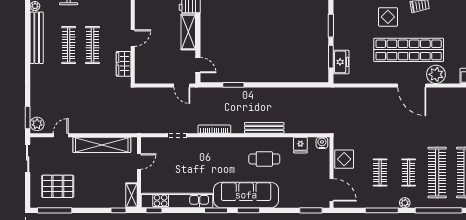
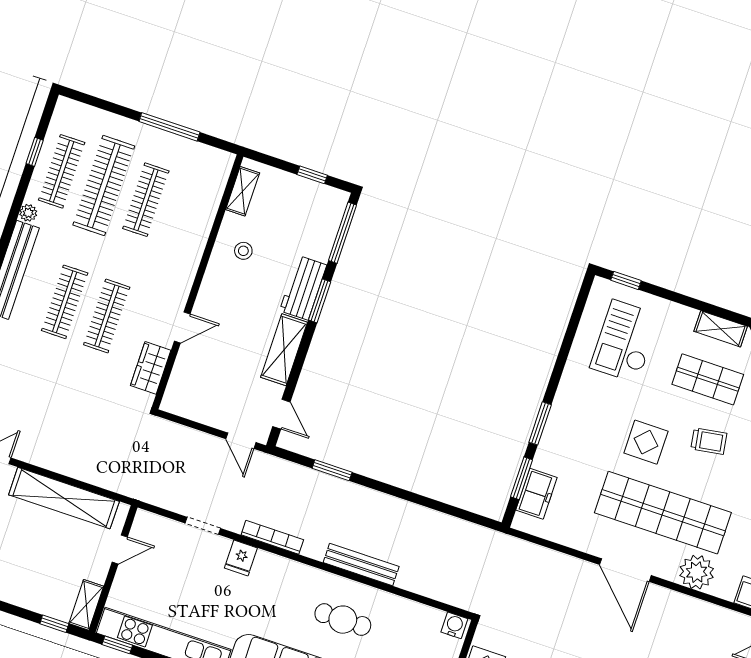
door: (412, 86) -> (625, 570), moved
fridge: (300, 145) -> (241, 558), moved

